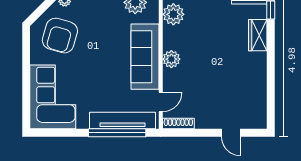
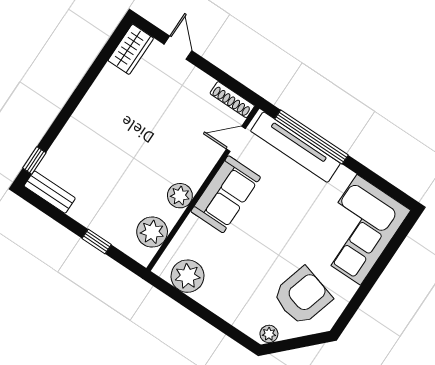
wardrobe: (258, 35) -> (131, 49), moved
sofa: (145, 57) -> (226, 194), width x0.73
plant: (171, 59) -> (180, 196), moved

